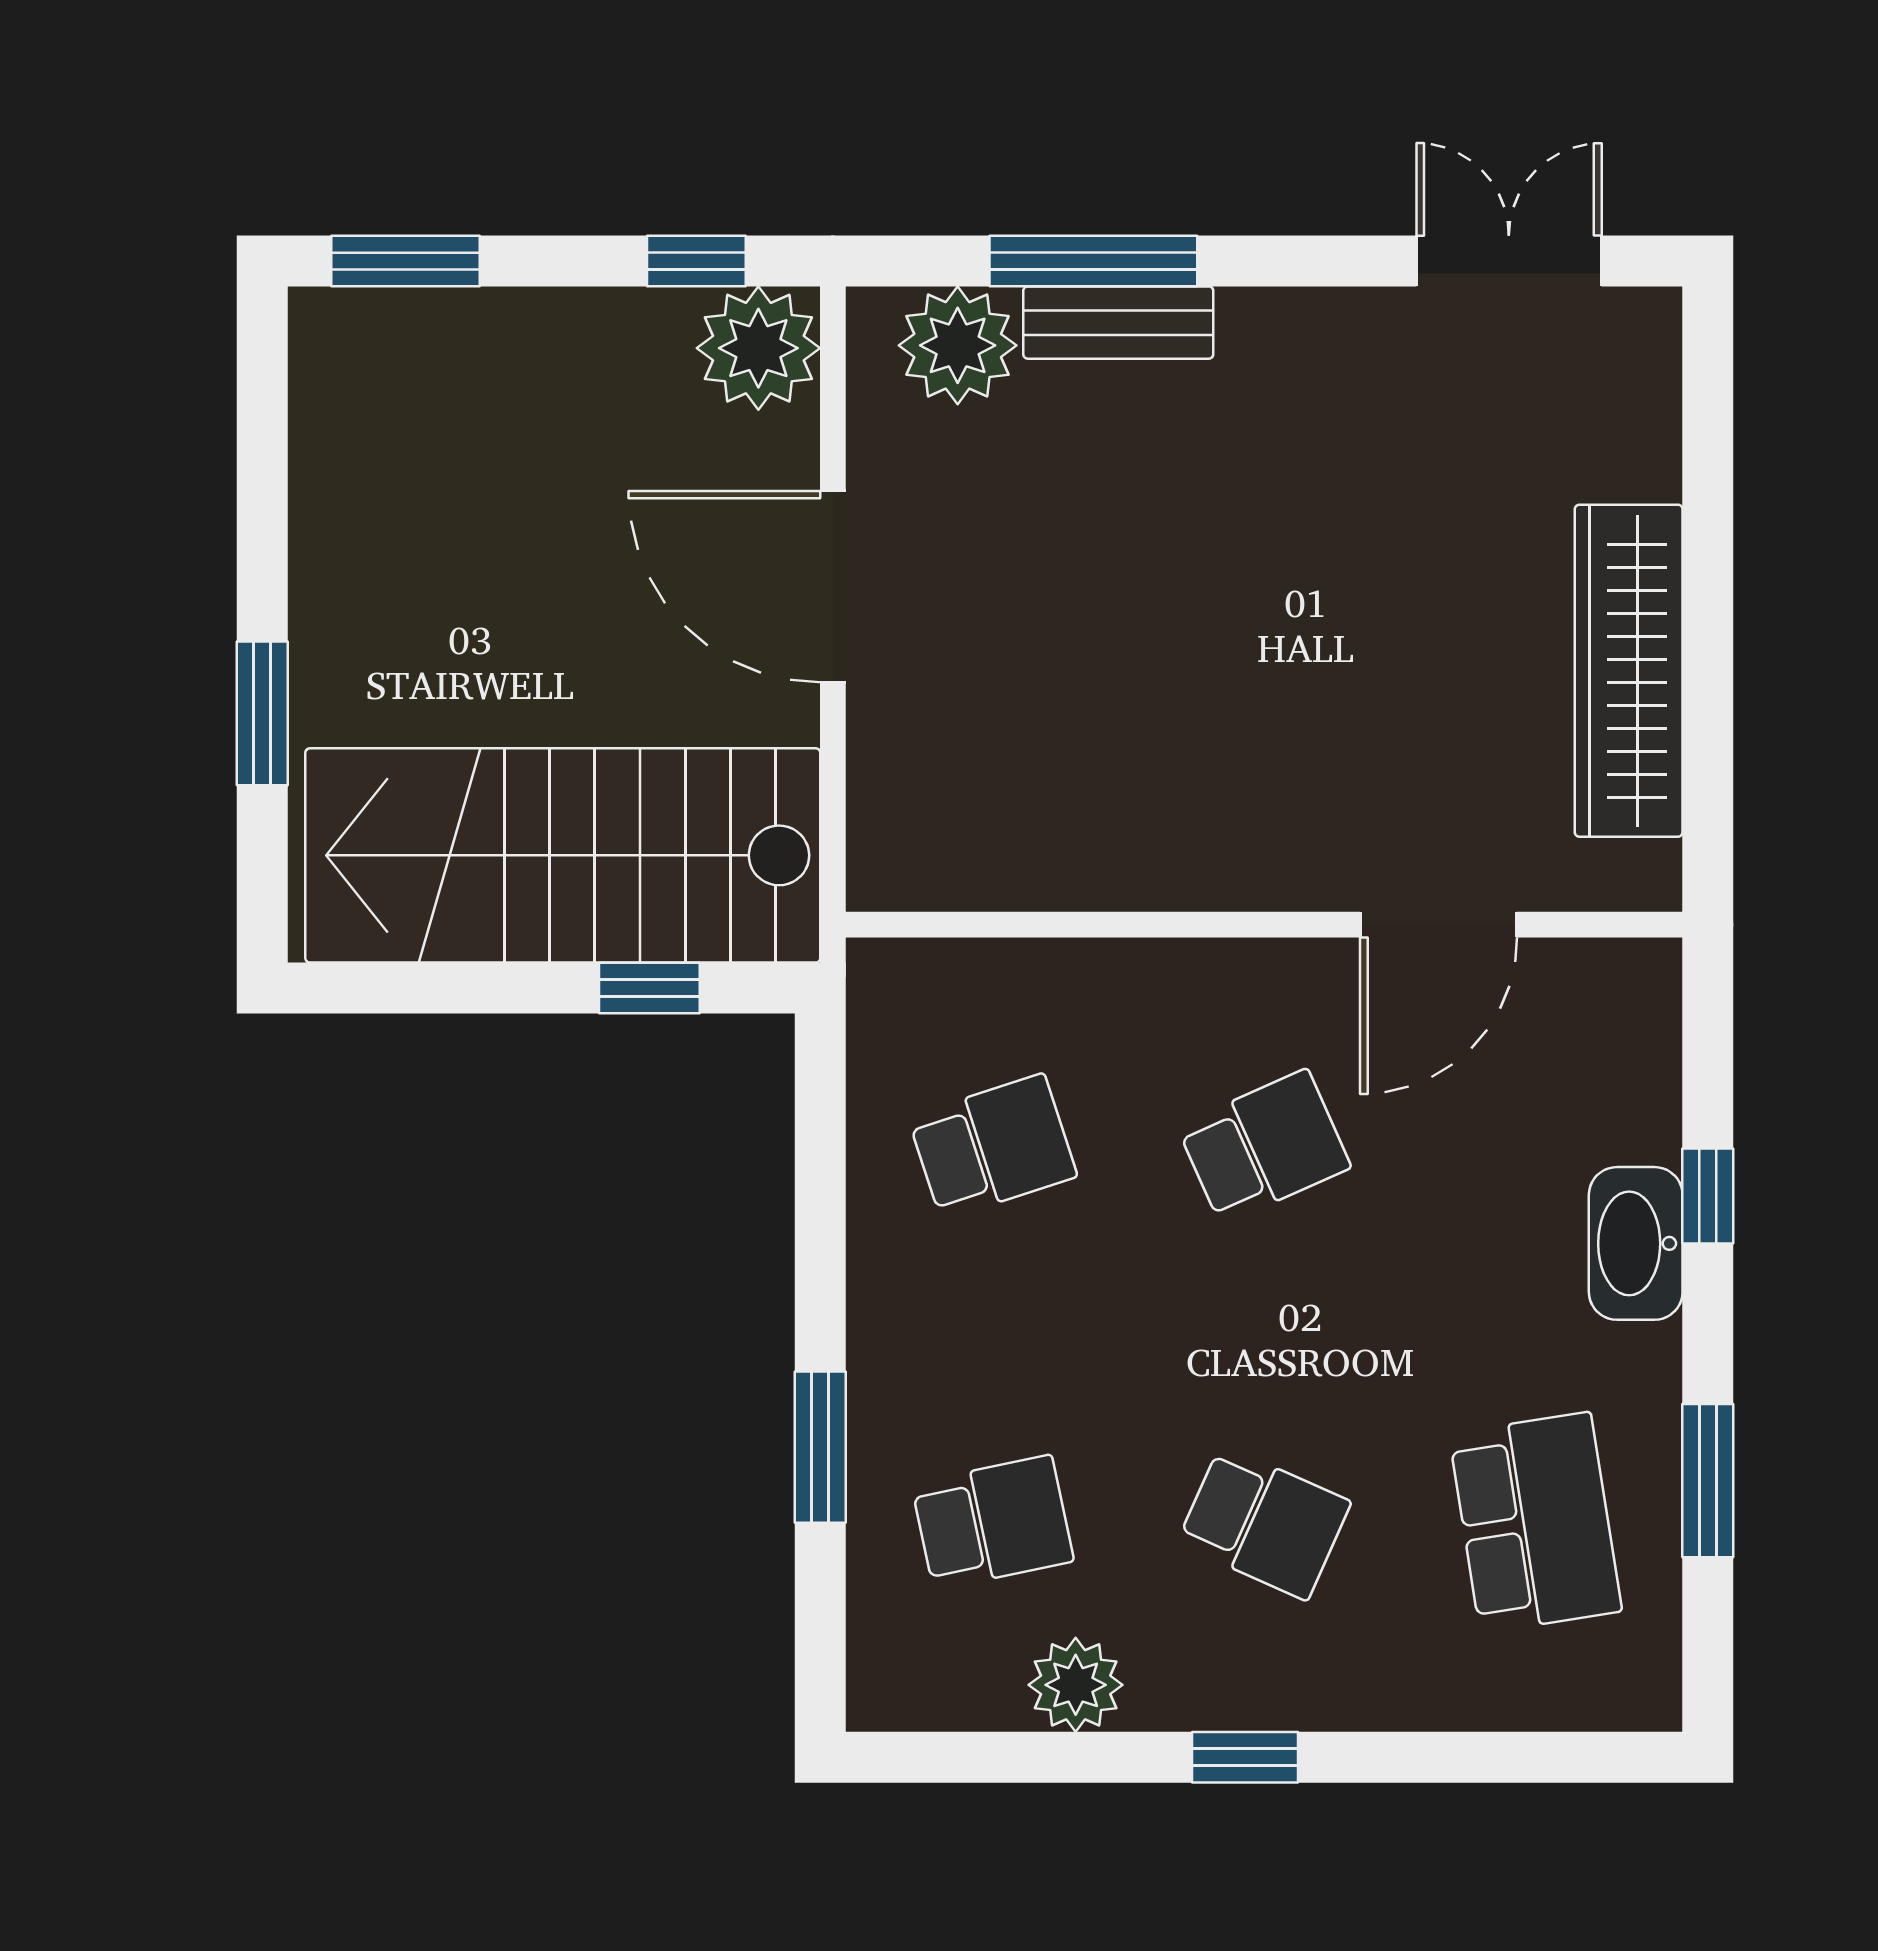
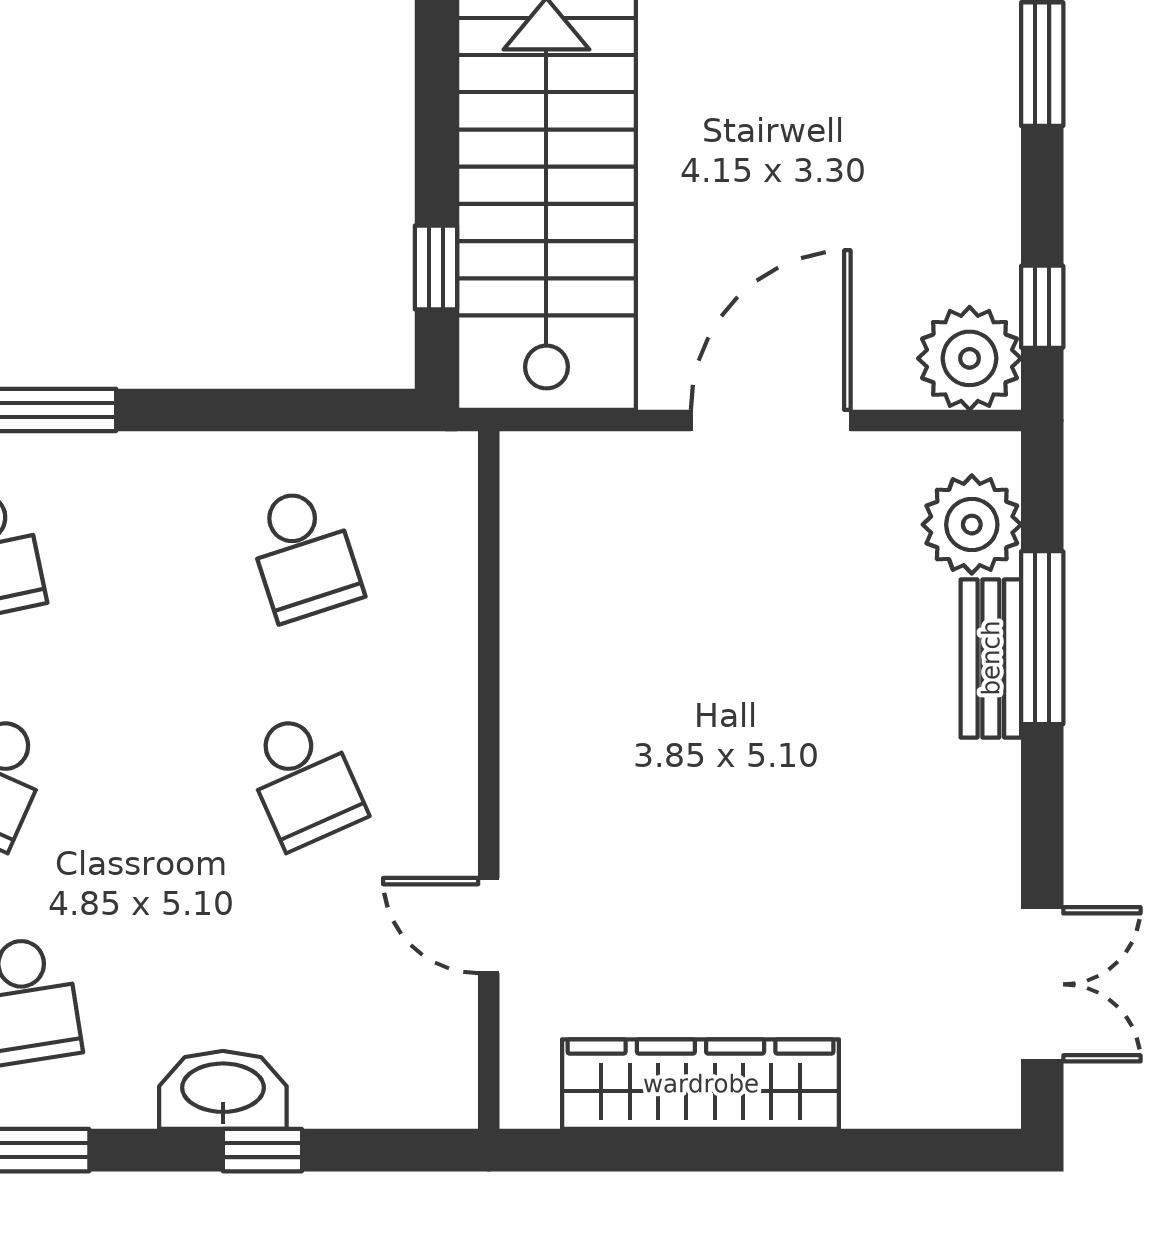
door: (1439, 925) -> (489, 926), width x0.73

